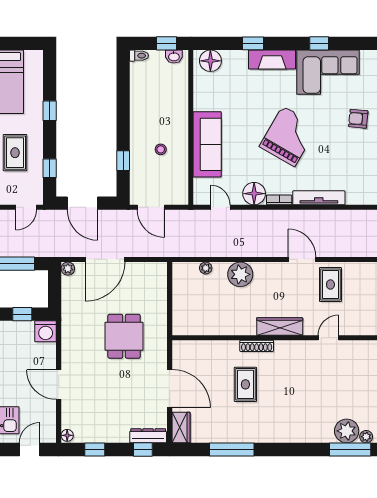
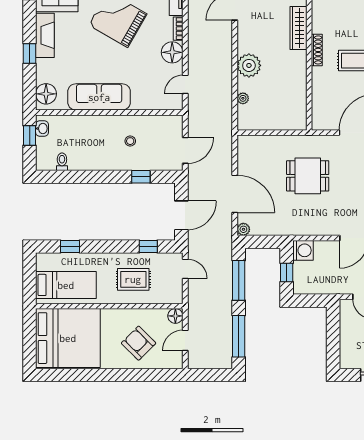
toilet: (139, 56) -> (62, 162), moved
window: (50, 111) -> (70, 246), moved
sofa: (207, 144) -> (99, 97), moved

